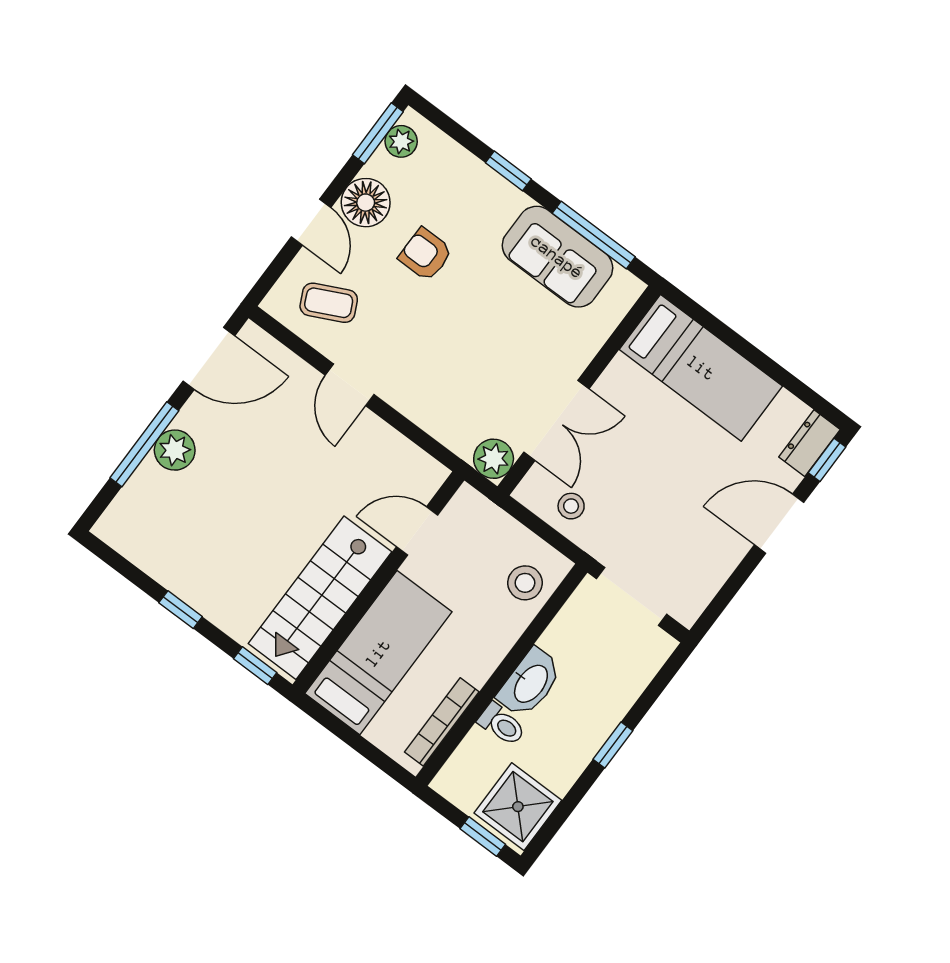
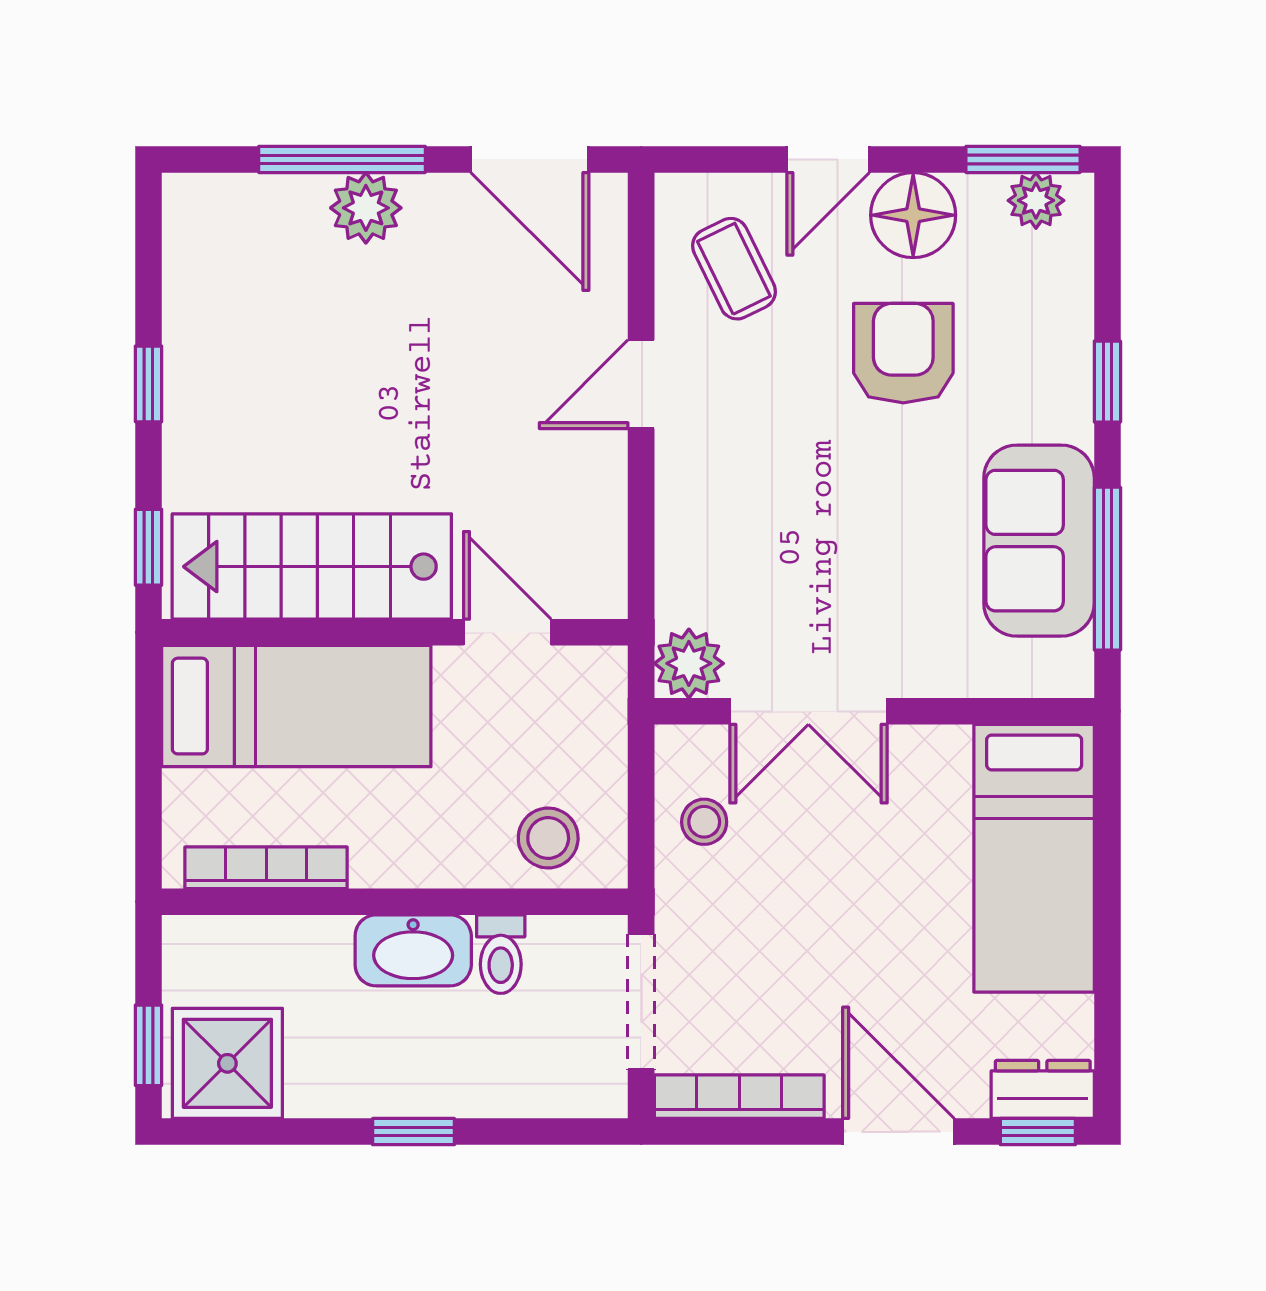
armchair: (425, 254) -> (903, 353), width x1.38, depth x1.38
bookcase: (709, 584) -> (739, 1097), added
toilet: (502, 724) -> (501, 954), moved

